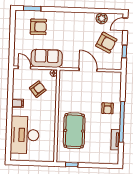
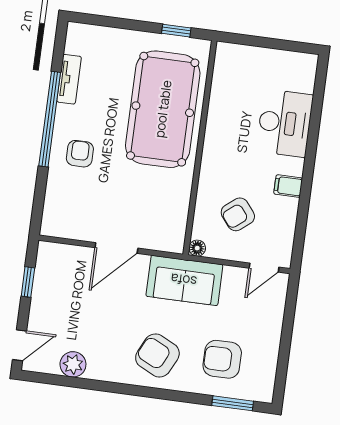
armchair: (106, 43) -> (157, 355), moved
sofa: (47, 58) -> (184, 280), moved
door: (24, 68) -> (264, 268), hinge flipped
door: (88, 70) -> (116, 248), hinge flipped
pool table: (74, 131) -> (163, 109), width x1.36, depth x1.32
desk: (25, 135) -> (285, 123), width x0.73, depth x0.77

